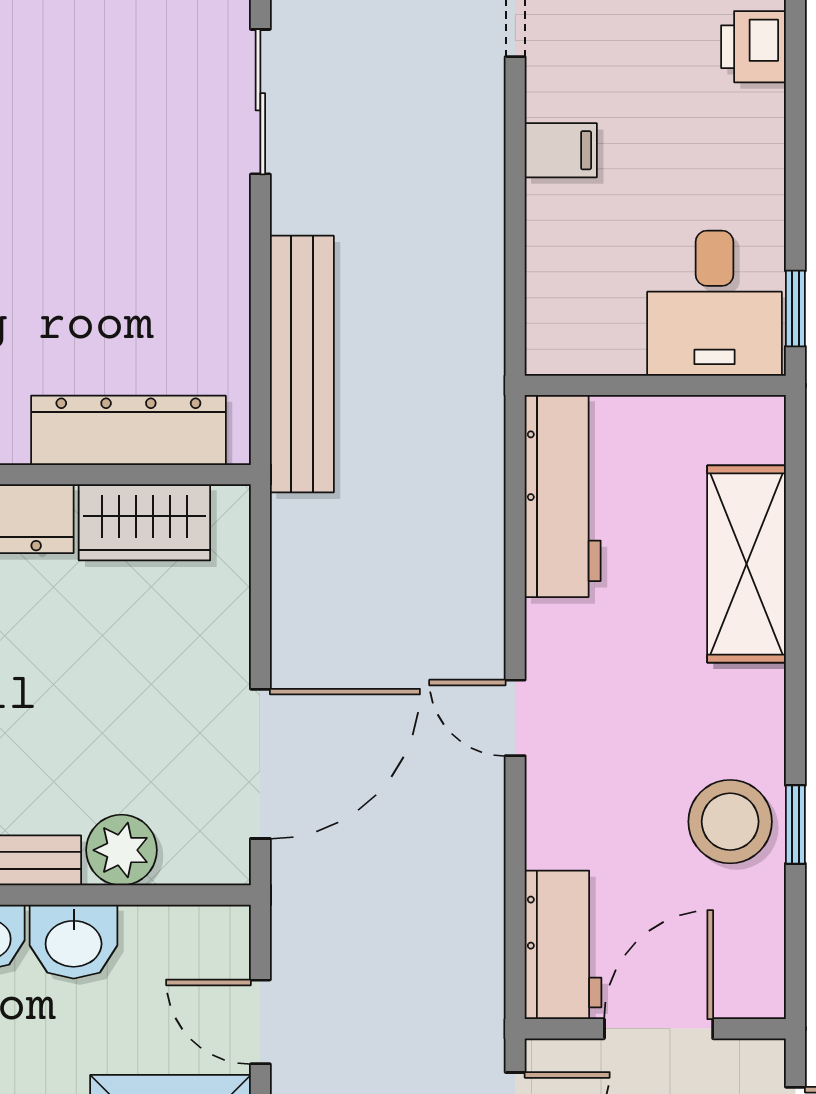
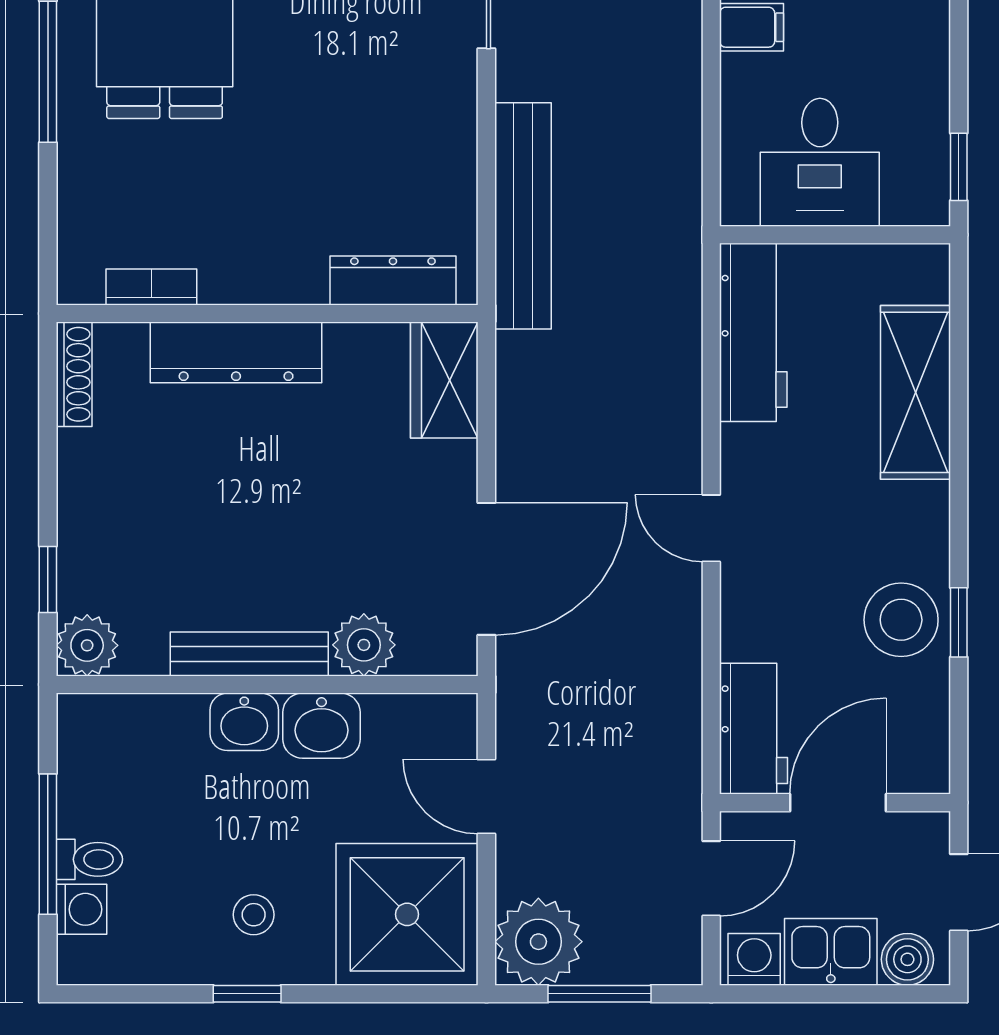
desk: (714, 303) -> (820, 162), moved
dresser: (128, 430) -> (393, 280), width x0.73, depth x0.80
wardrobe: (144, 522) -> (444, 380), moved, turned 90

